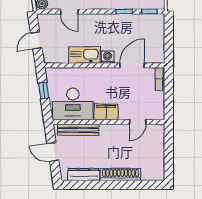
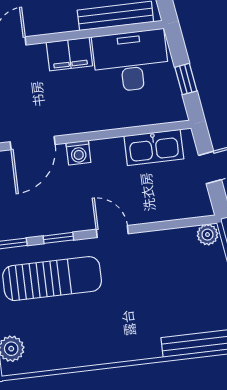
door: (69, 12) -> (112, 232), moved
kitchen sink: (85, 55) -> (154, 147), moved

